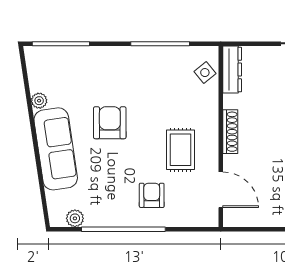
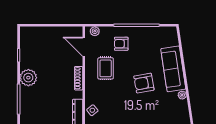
armchair: (110, 123) -> (144, 83), turned 80
armchair: (152, 195) -> (121, 44), turned 90
plant: (75, 218) -> (95, 31), moved

